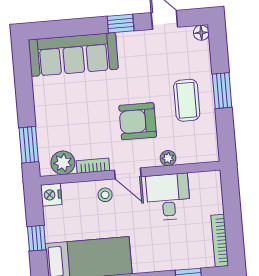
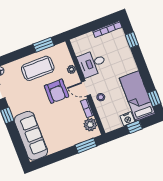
window: (222, 91) -> (44, 45), moved
coffee table: (187, 100) -> (38, 68), width x1.36, depth x1.32
door: (128, 173) -> (86, 88), swing flipped
nightstand: (51, 195) -> (127, 119), moved

